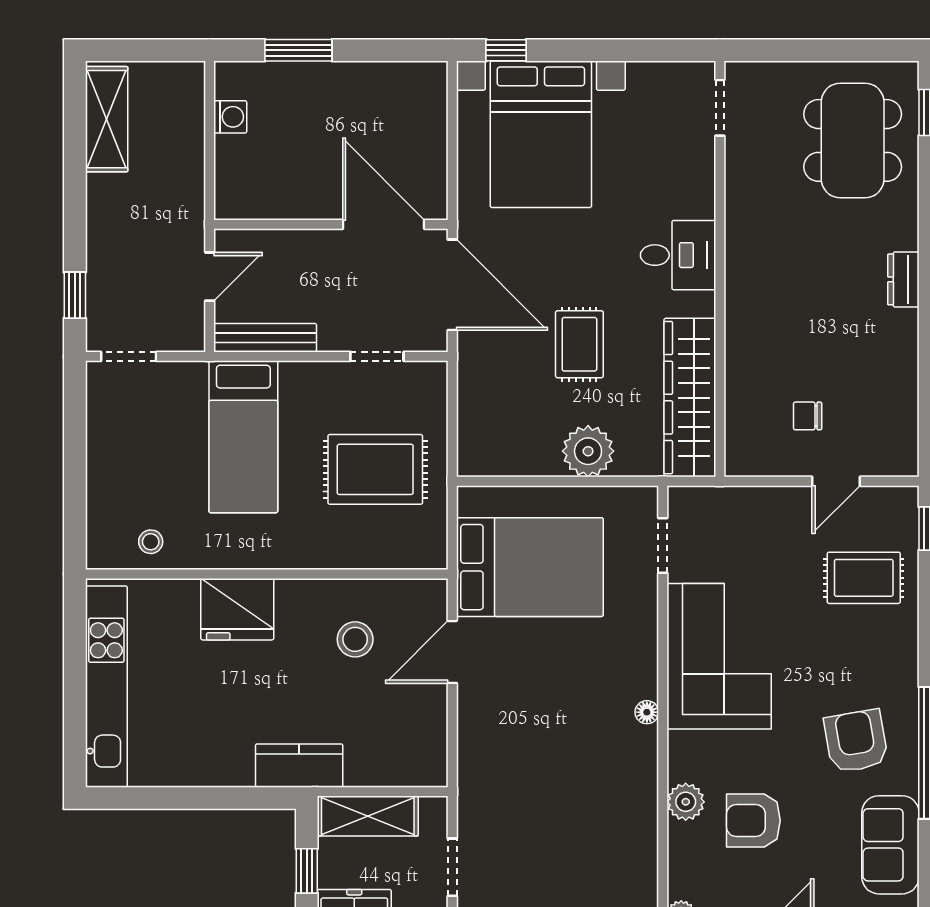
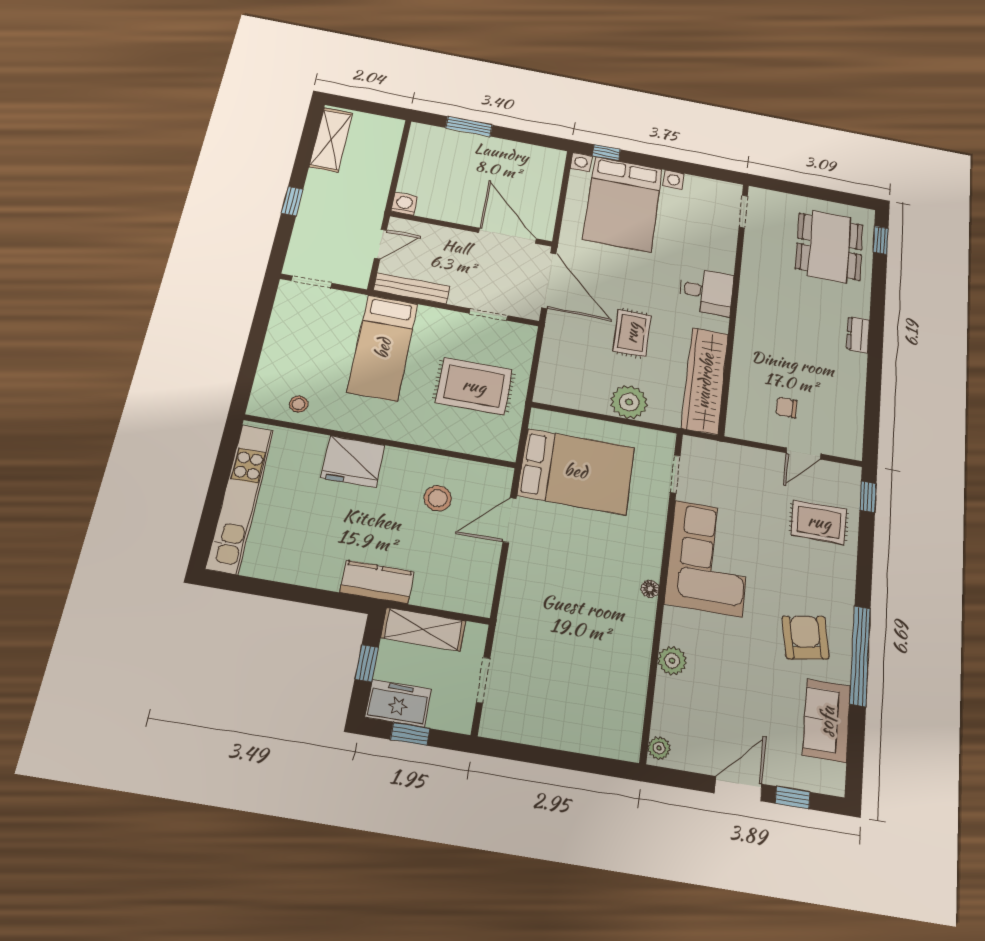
washing machine: (230, 117) -> (404, 204), moved, turned -90
window: (75, 295) -> (292, 201), moved
armchair: (753, 821) -> (723, 684), removed

